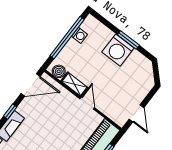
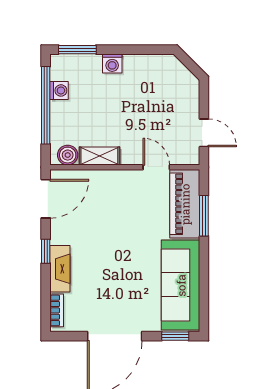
window: (128, 40) -> (77, 50), moved
washing machine: (118, 50) -> (112, 63), width x0.53, depth x0.53
door: (87, 103) -> (156, 167), moved

